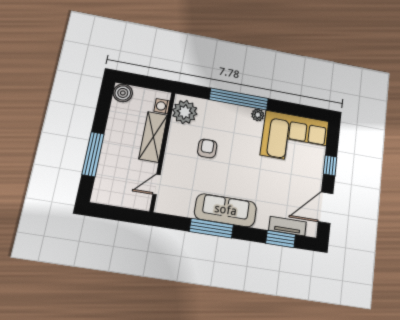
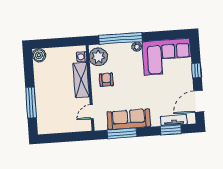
washing machine: (162, 106) -> (82, 57), moved
plant: (185, 112) -> (98, 57), moved
shelving: (153, 137) -> (81, 80), moved
wall: (163, 151) -> (90, 88), moved
door: (157, 184) -> (92, 112), moved

